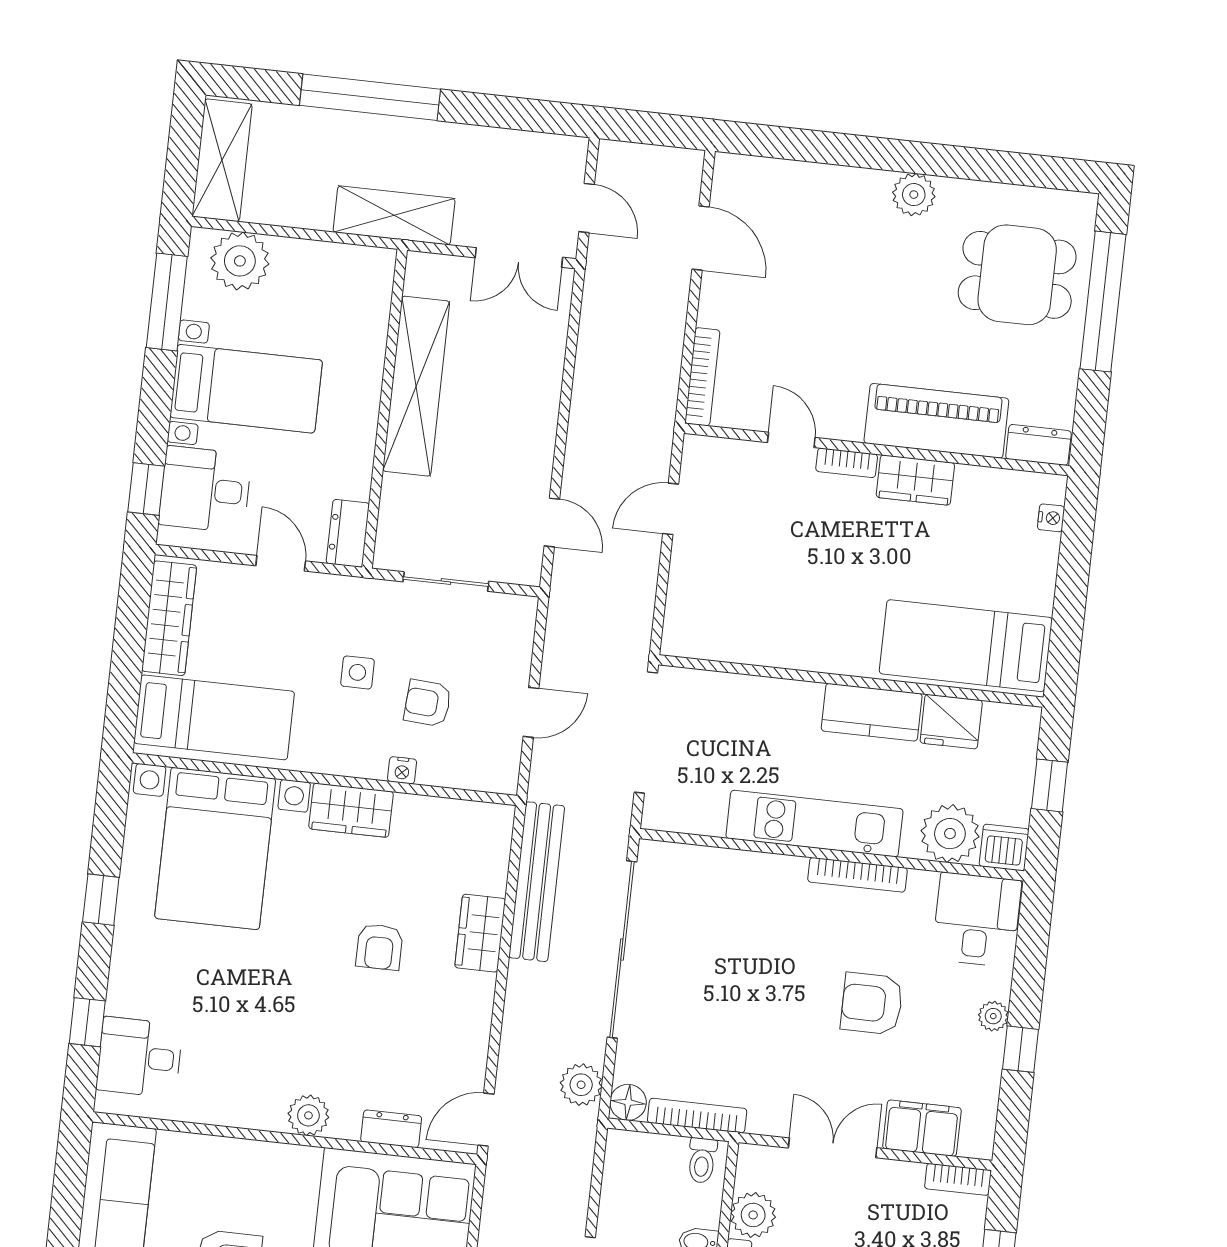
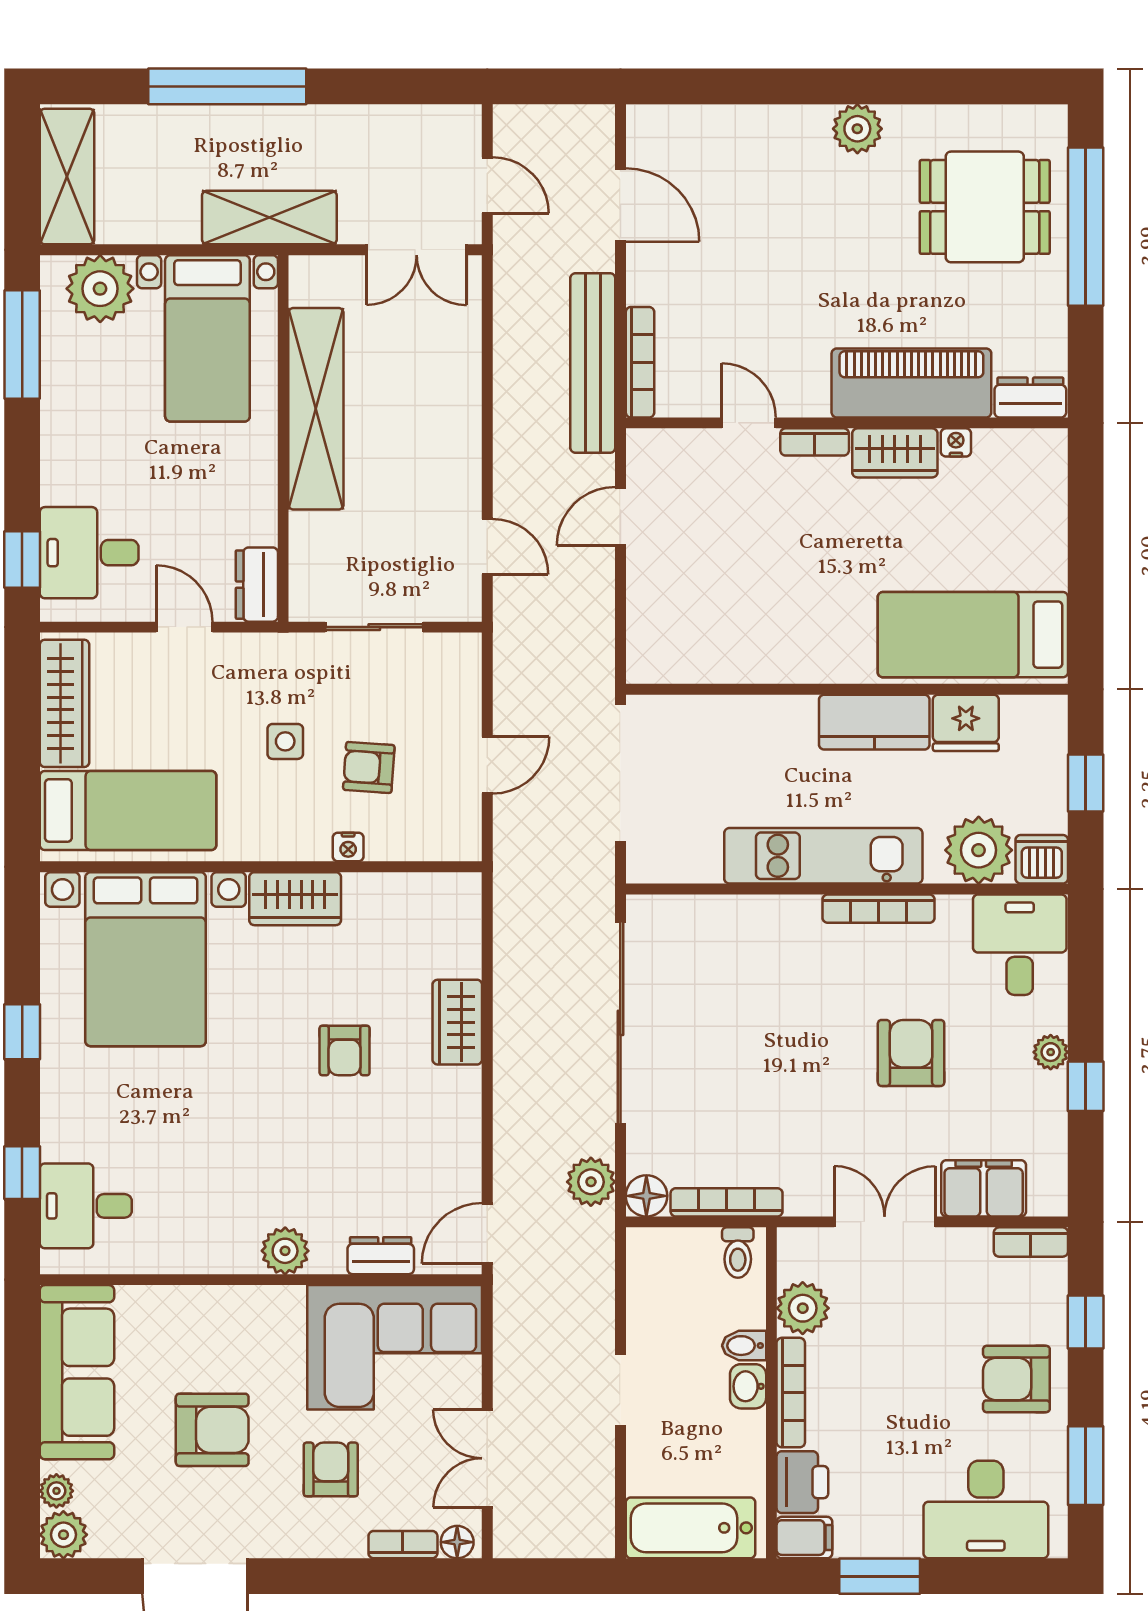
bed with nightstands: (246, 389) -> (207, 338), moved, turned 90
nightstand: (1051, 518) -> (956, 442), moved, turned -90
bench: (537, 882) -> (593, 363), moved
armchair: (872, 1004) -> (911, 1053), turned 90

